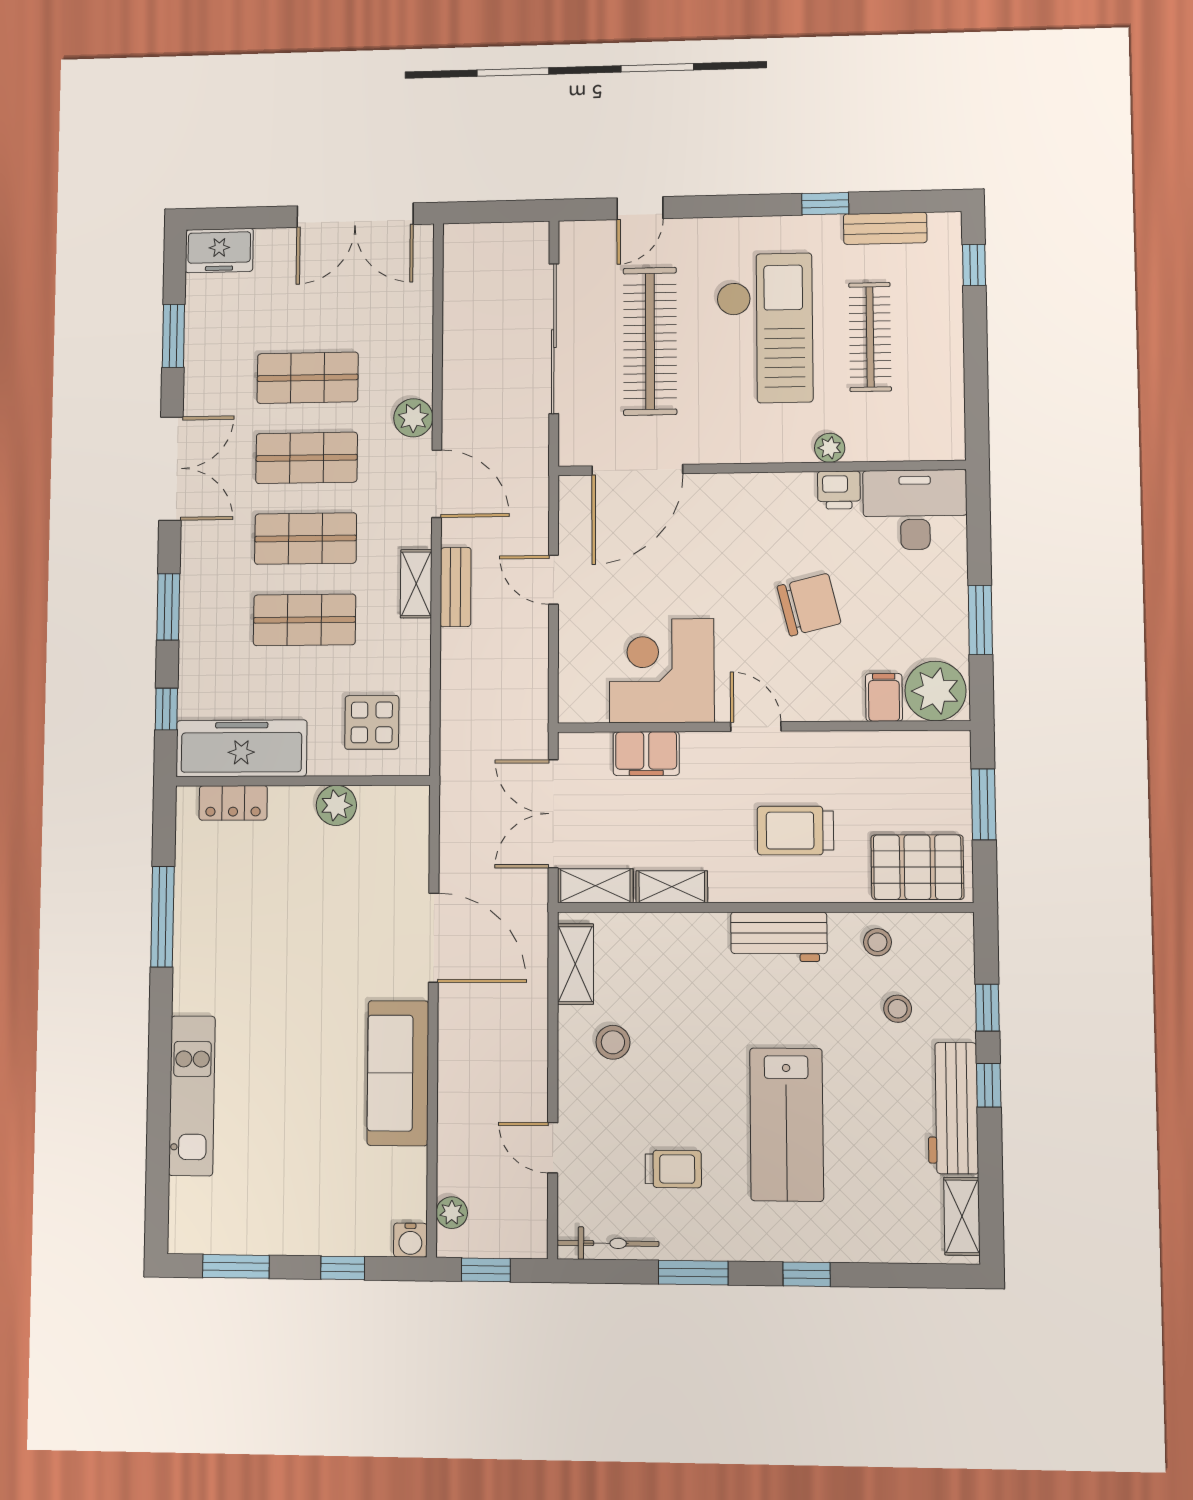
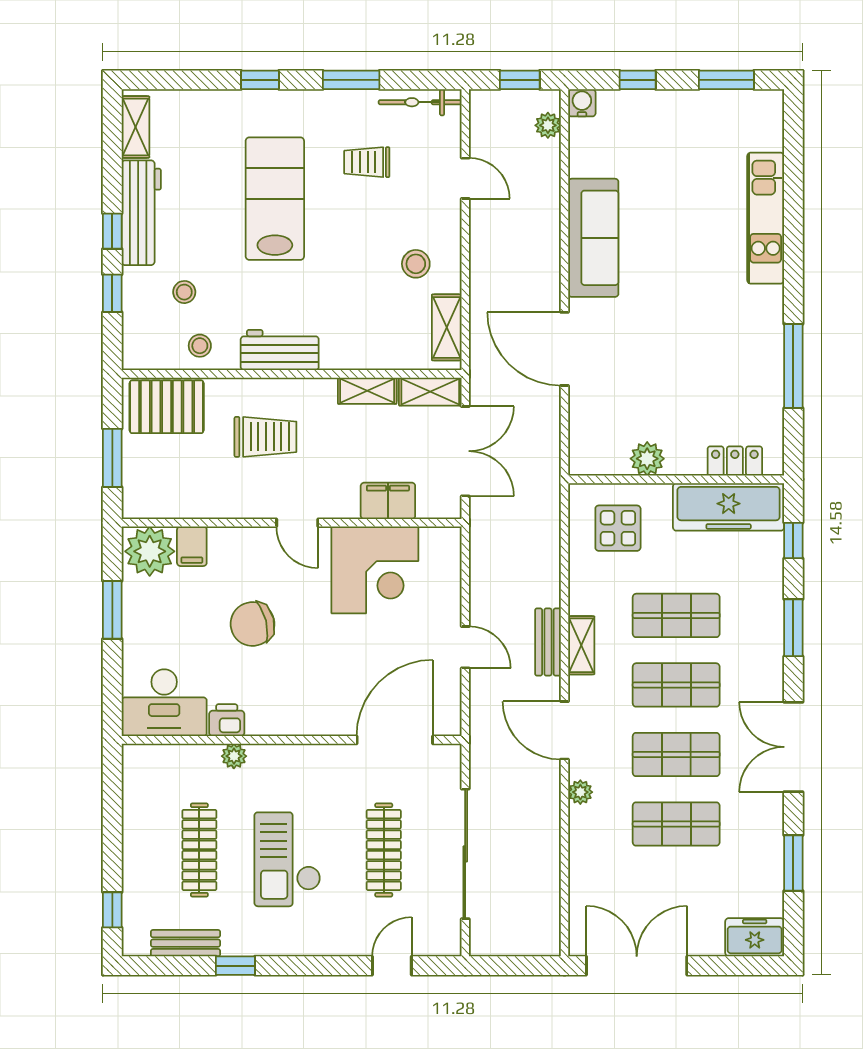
checkout: (764, 328) -> (287, 859), width x0.73, depth x0.83
clothes rail: (650, 341) -> (384, 850), width x0.73, depth x0.76
plant: (413, 418) -> (580, 792), width x0.73, depth x0.73

